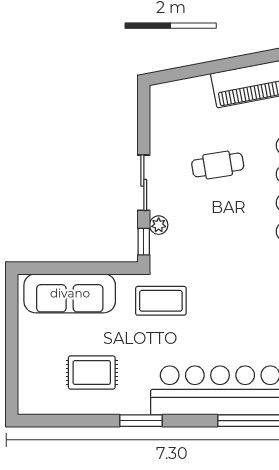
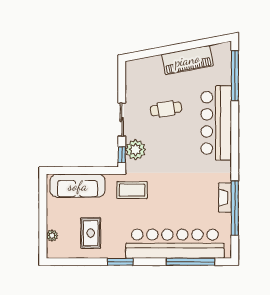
plant: (159, 225) -> (136, 150), width x1.88, depth x1.88
rug: (92, 373) -> (91, 233), turned 90
plant: (27, 377) -> (52, 236), added

